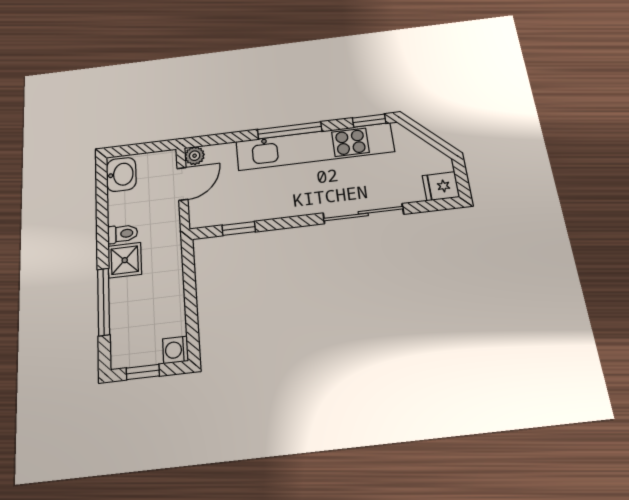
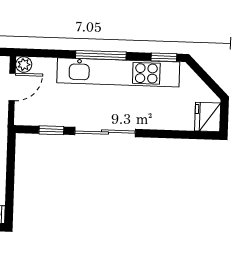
fridge: (441, 186) -> (208, 117), width x1.38
sliding door: (363, 214) -> (105, 132), moved

